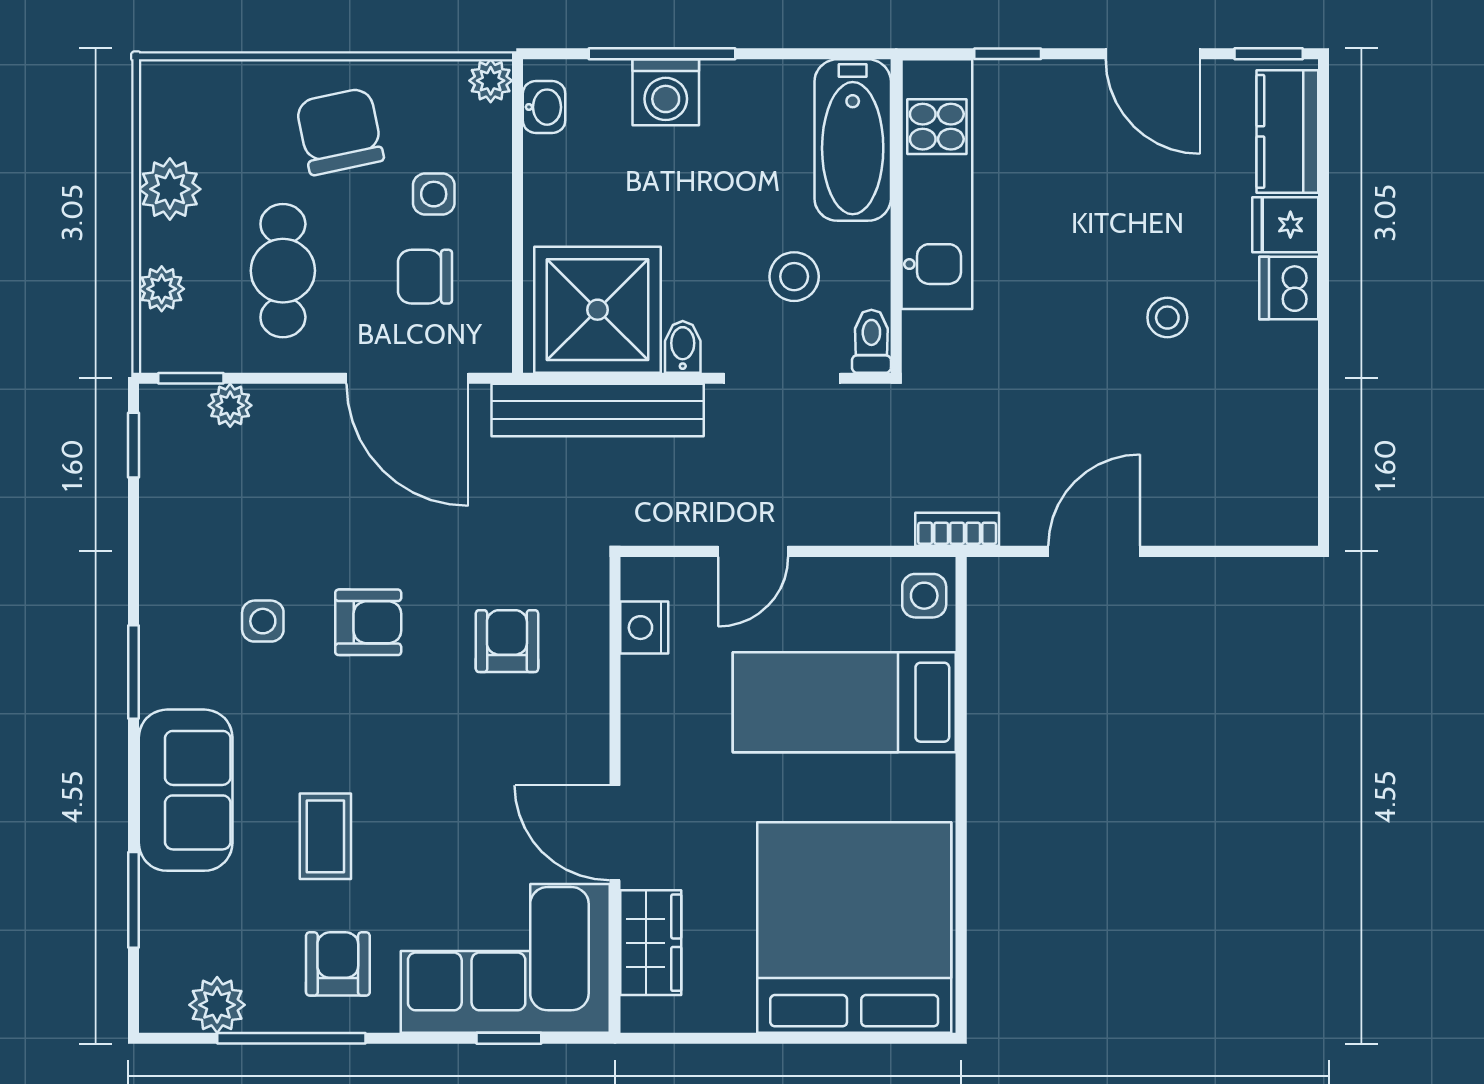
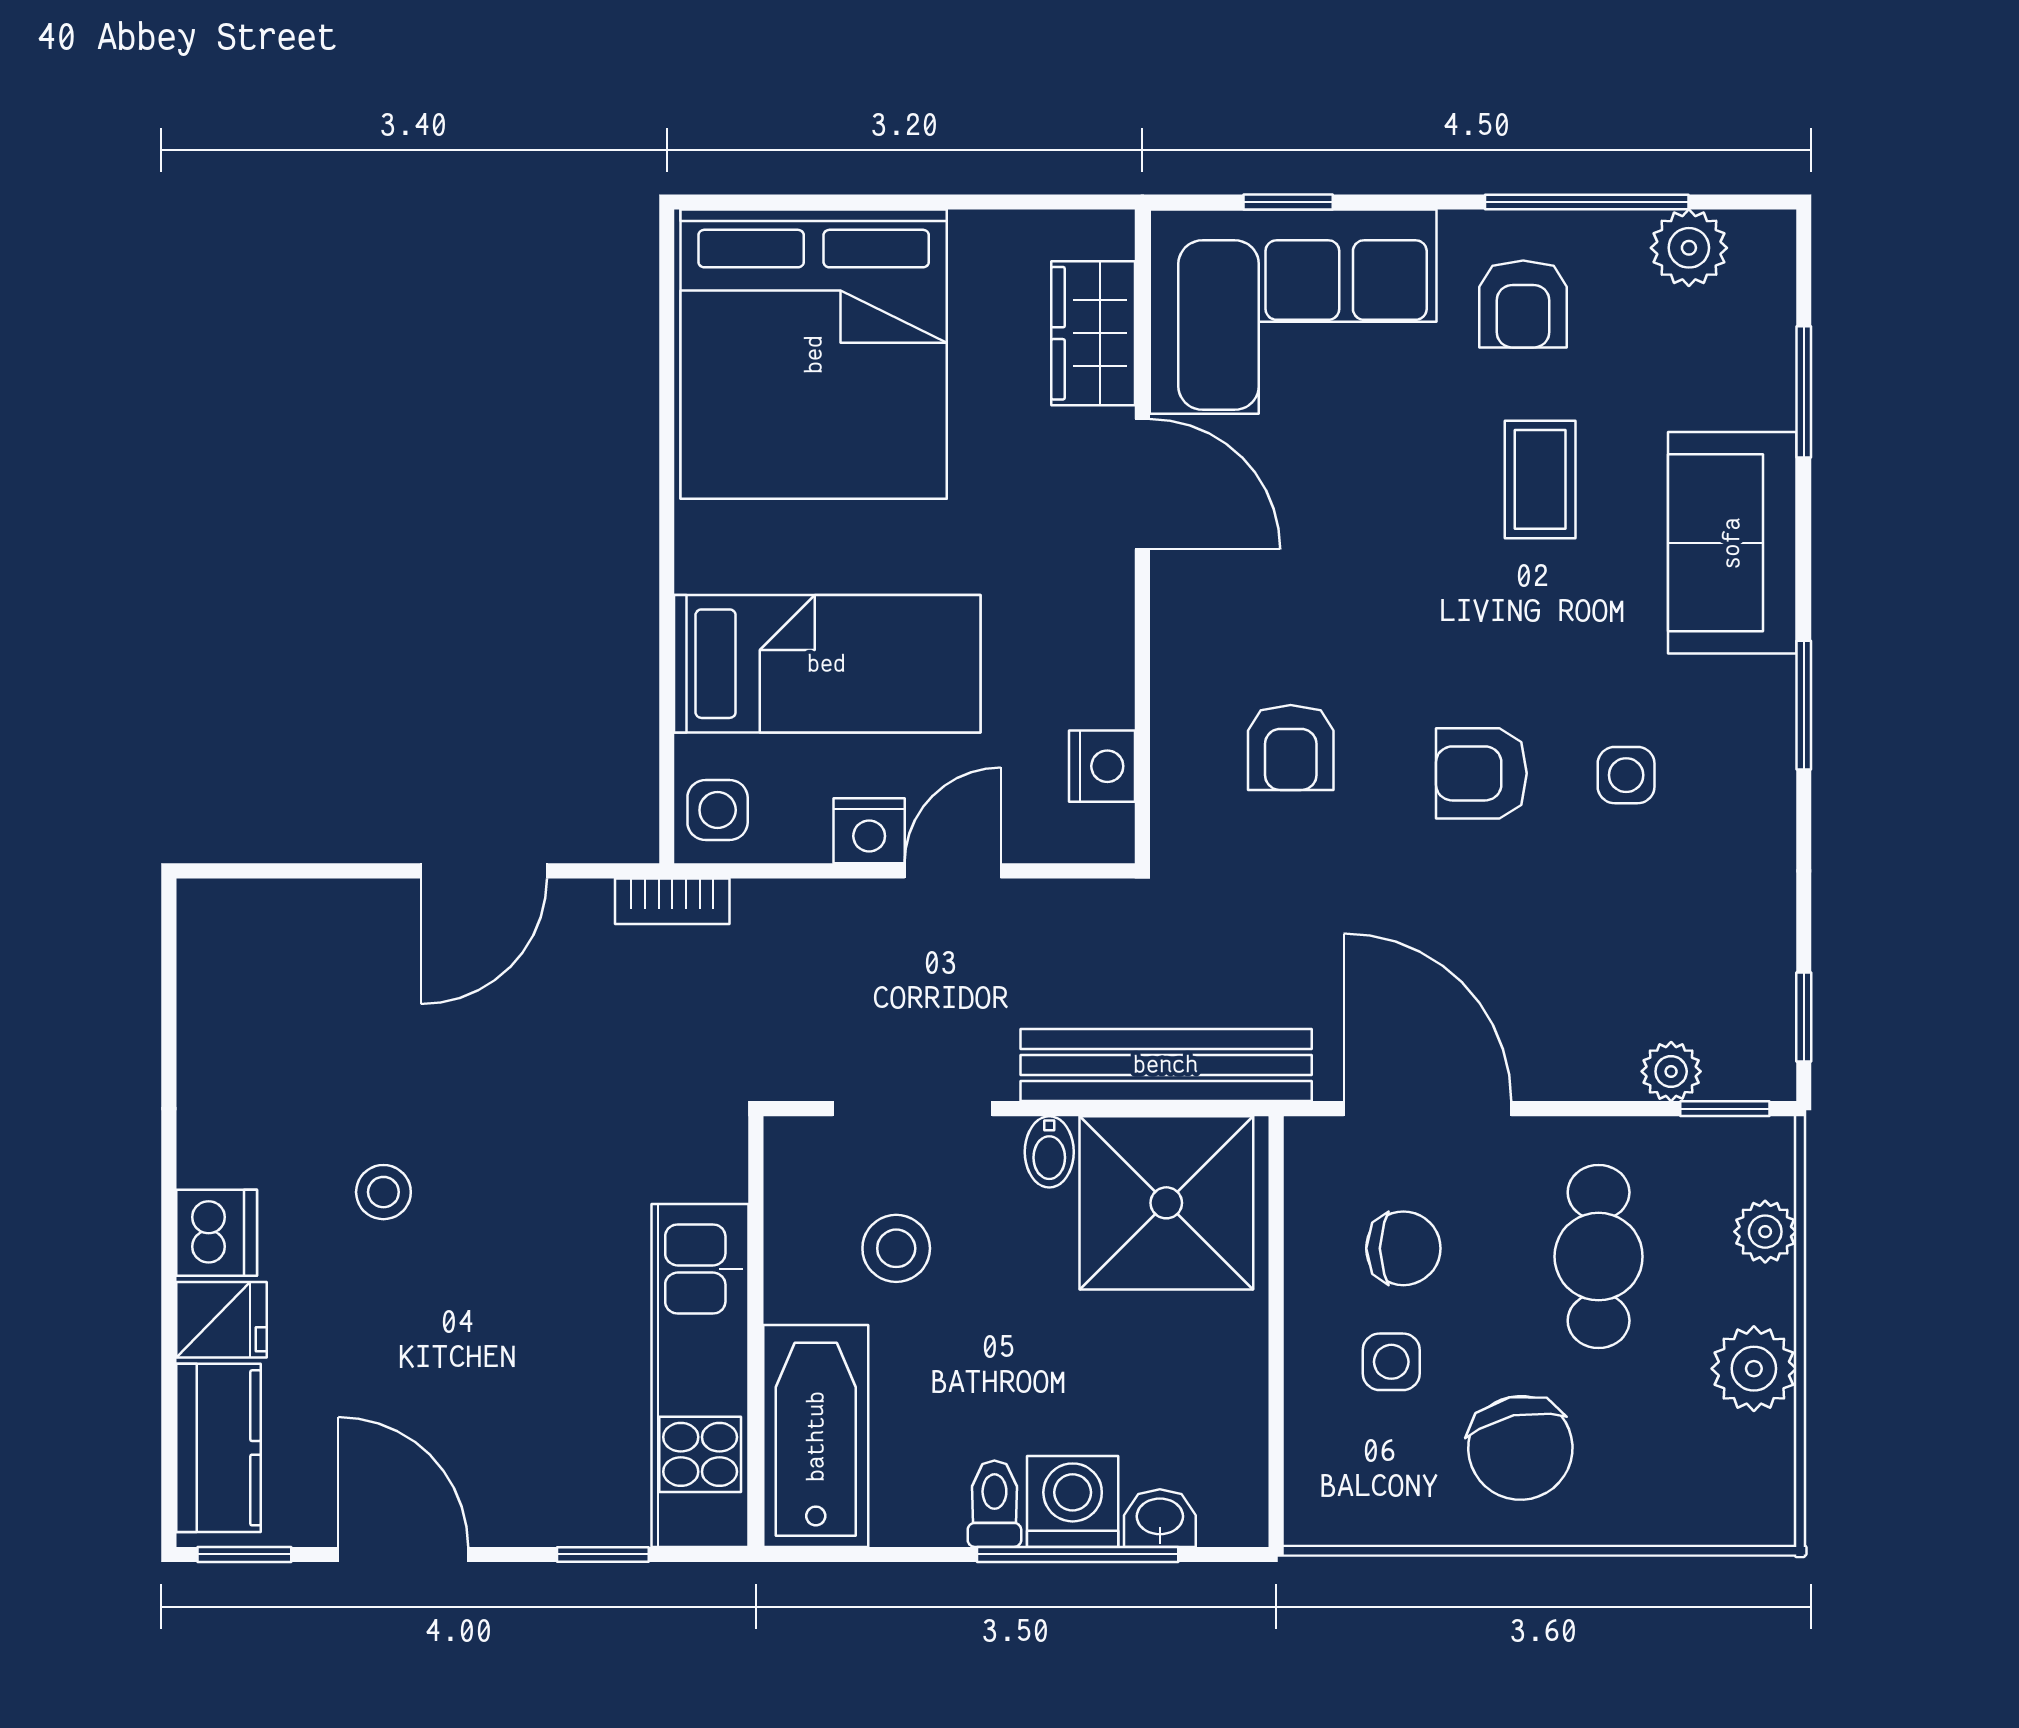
plant: (491, 81) -> (1313, 1517), removed
washbasin: (544, 107) -> (1160, 1518), moved, turned 90
toilet: (871, 341) -> (994, 1504), moved, turned 180
nightstand: (814, 581) -> (869, 831), added

